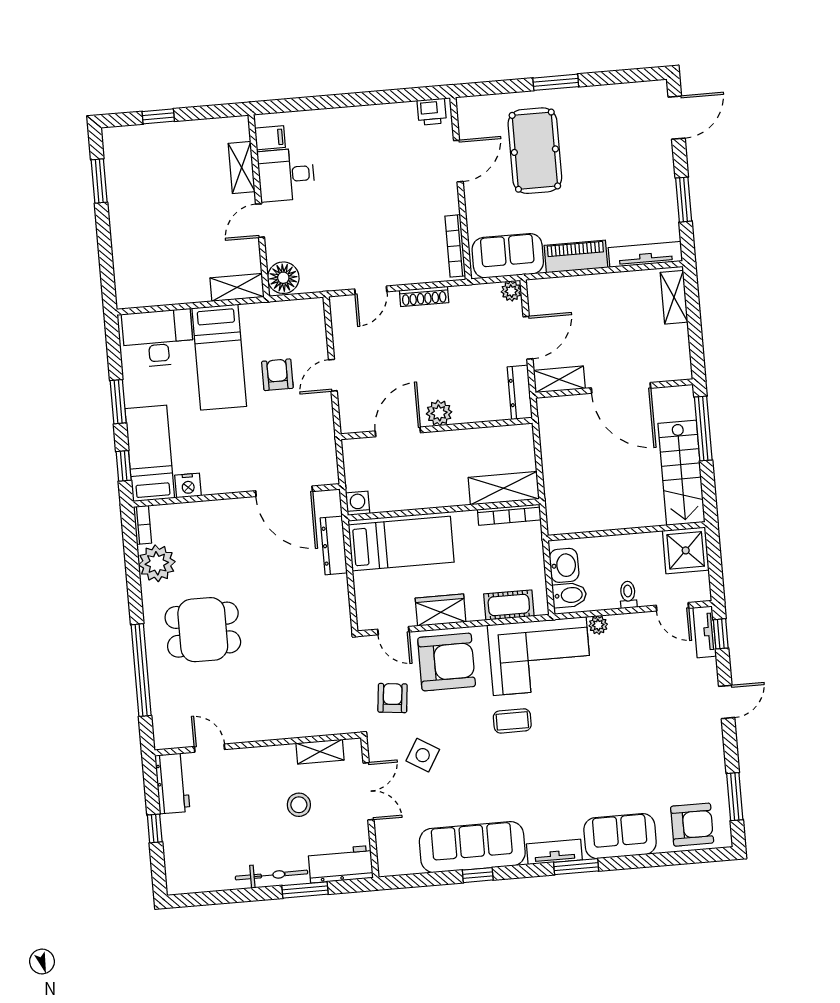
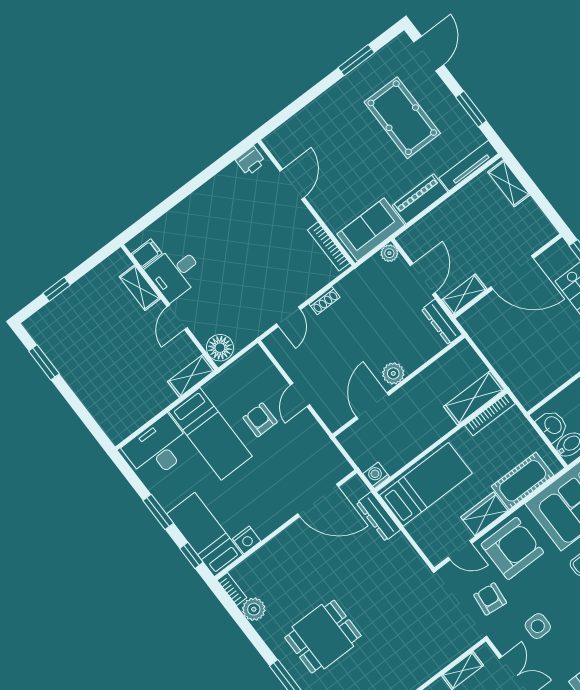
window: (556, 82) -> (356, 60), moved
pool table: (535, 151) -> (402, 118), moved
shoe rack: (424, 296) -> (324, 301), width x0.70
plant: (157, 563) -> (254, 609), width x0.73, depth x0.73
cot: (509, 605) -> (523, 481), width x1.37, depth x1.34
side table: (423, 755) -> (538, 626), turned -31

